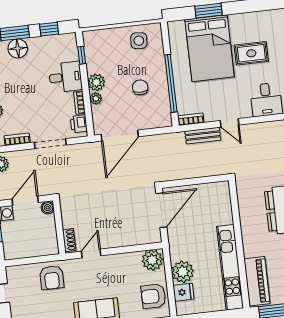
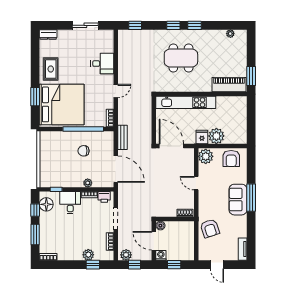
side table: (139, 41) -> (51, 148), removed
floor lamp: (18, 48) -> (46, 204), moved
bed: (210, 48) -> (62, 104), width x1.36
rug: (251, 53) -> (51, 69), moved
plant: (96, 82) -> (76, 181), removed
bench: (203, 136) -> (122, 137), moved
door: (91, 254) -> (196, 183), moved
kitchen unit: (230, 267) -> (186, 102), moved
armchair: (52, 278) -> (210, 228), turned 72
fridge: (184, 292) -> (202, 137), moved

